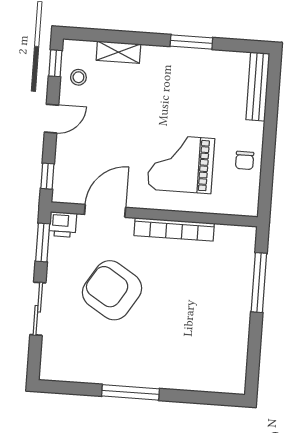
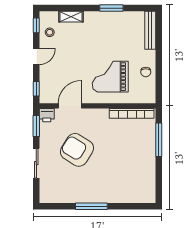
bookcase: (174, 229) -> (132, 113), moved

